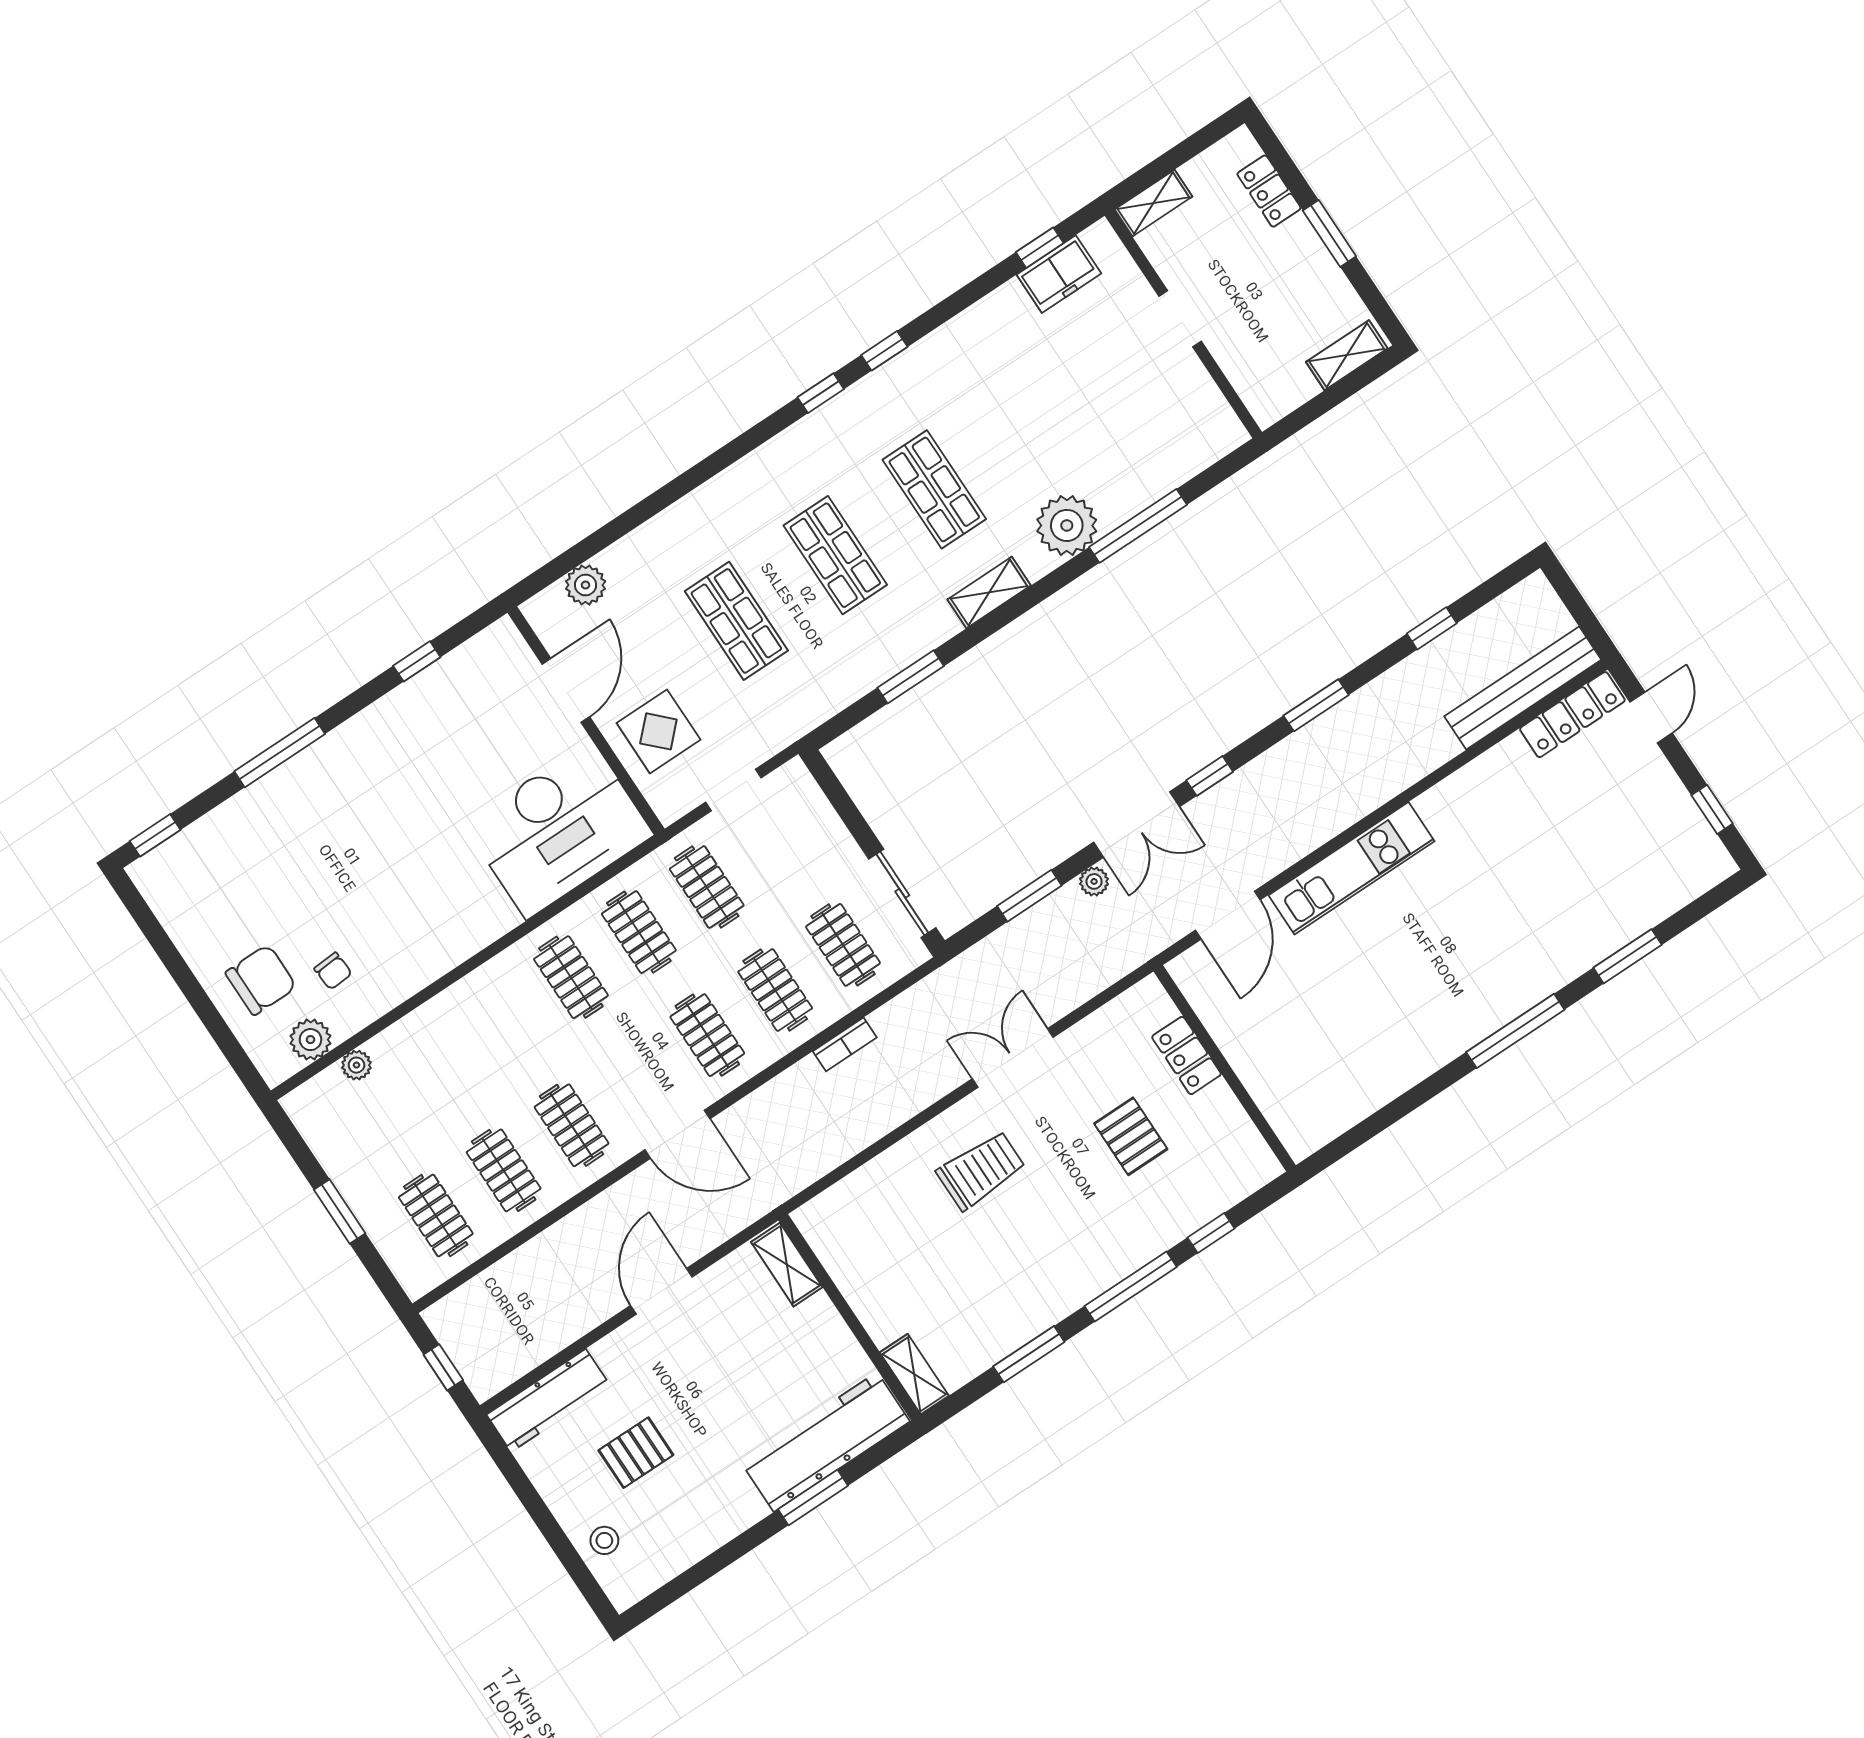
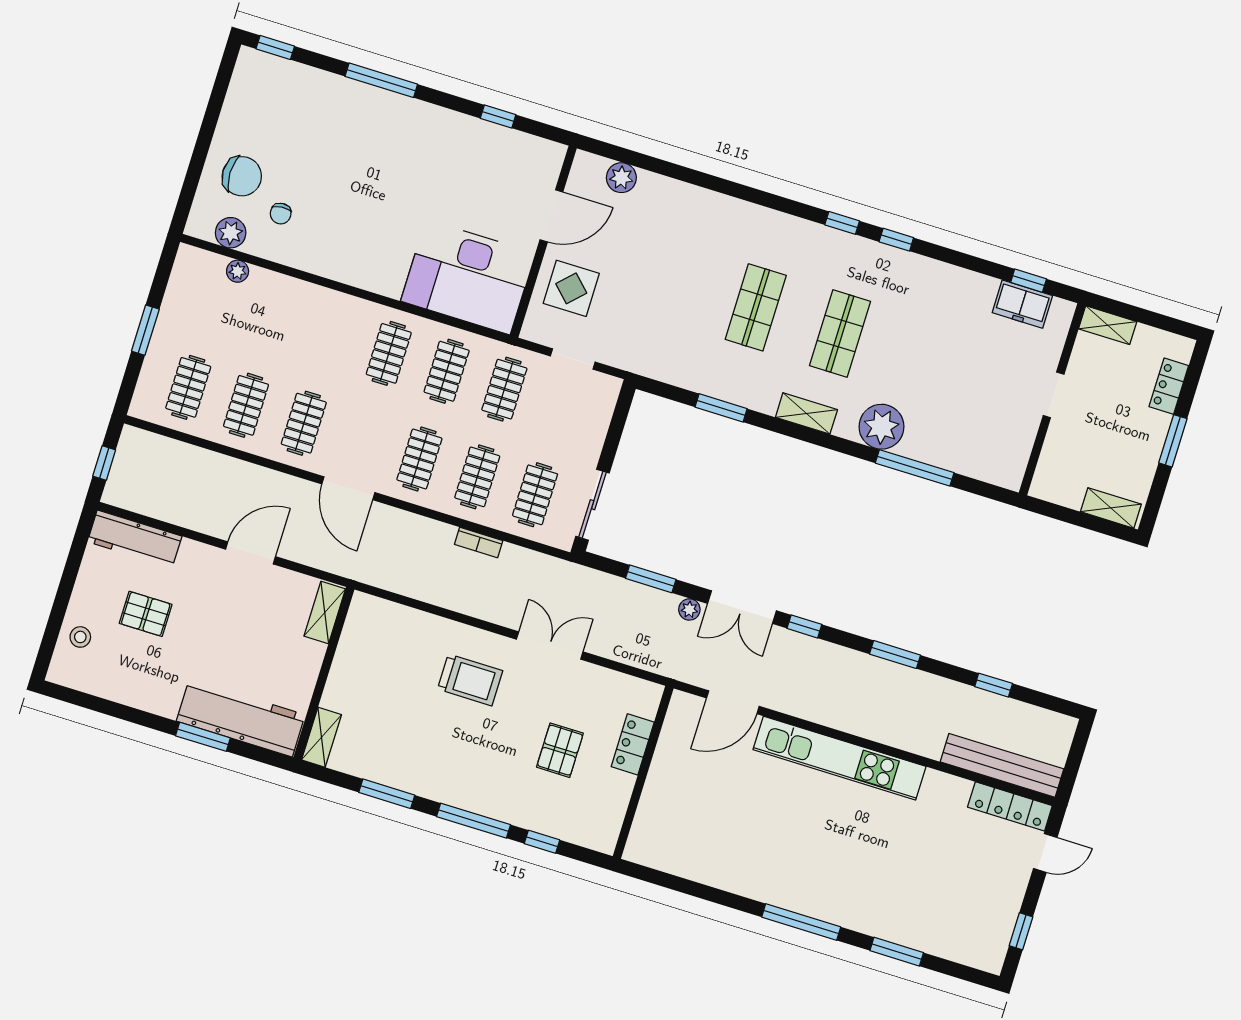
shop shelf: (736, 621) -> (671, 281), removed
kitchen unit: (1351, 868) -> (840, 758), width x1.36

